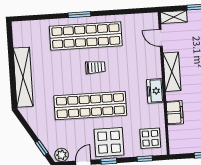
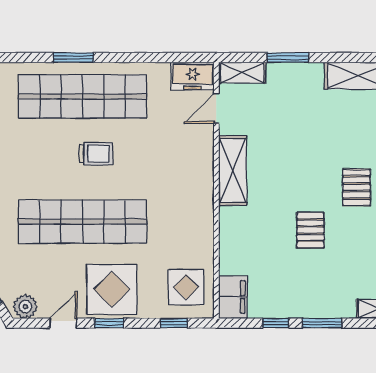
door: (161, 38) -> (216, 109), hinge flipped
freezer: (155, 91) -> (193, 76), moved, turned -90
filing cabinet: (175, 113) -> (233, 297), moved

